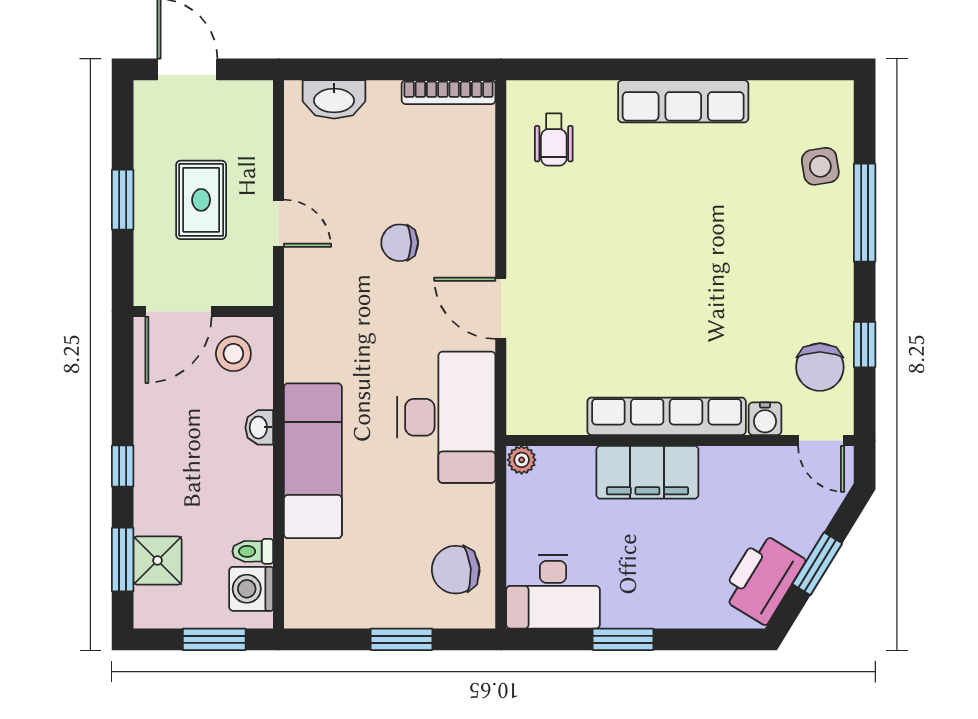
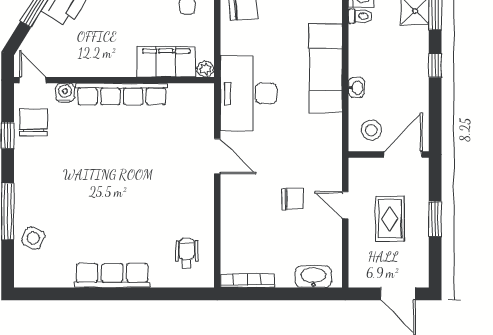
side table: (820, 166) -> (33, 238), turned 33
chair: (400, 243) -> (292, 199), moved
filing cabinet: (647, 472) -> (166, 62), moved

